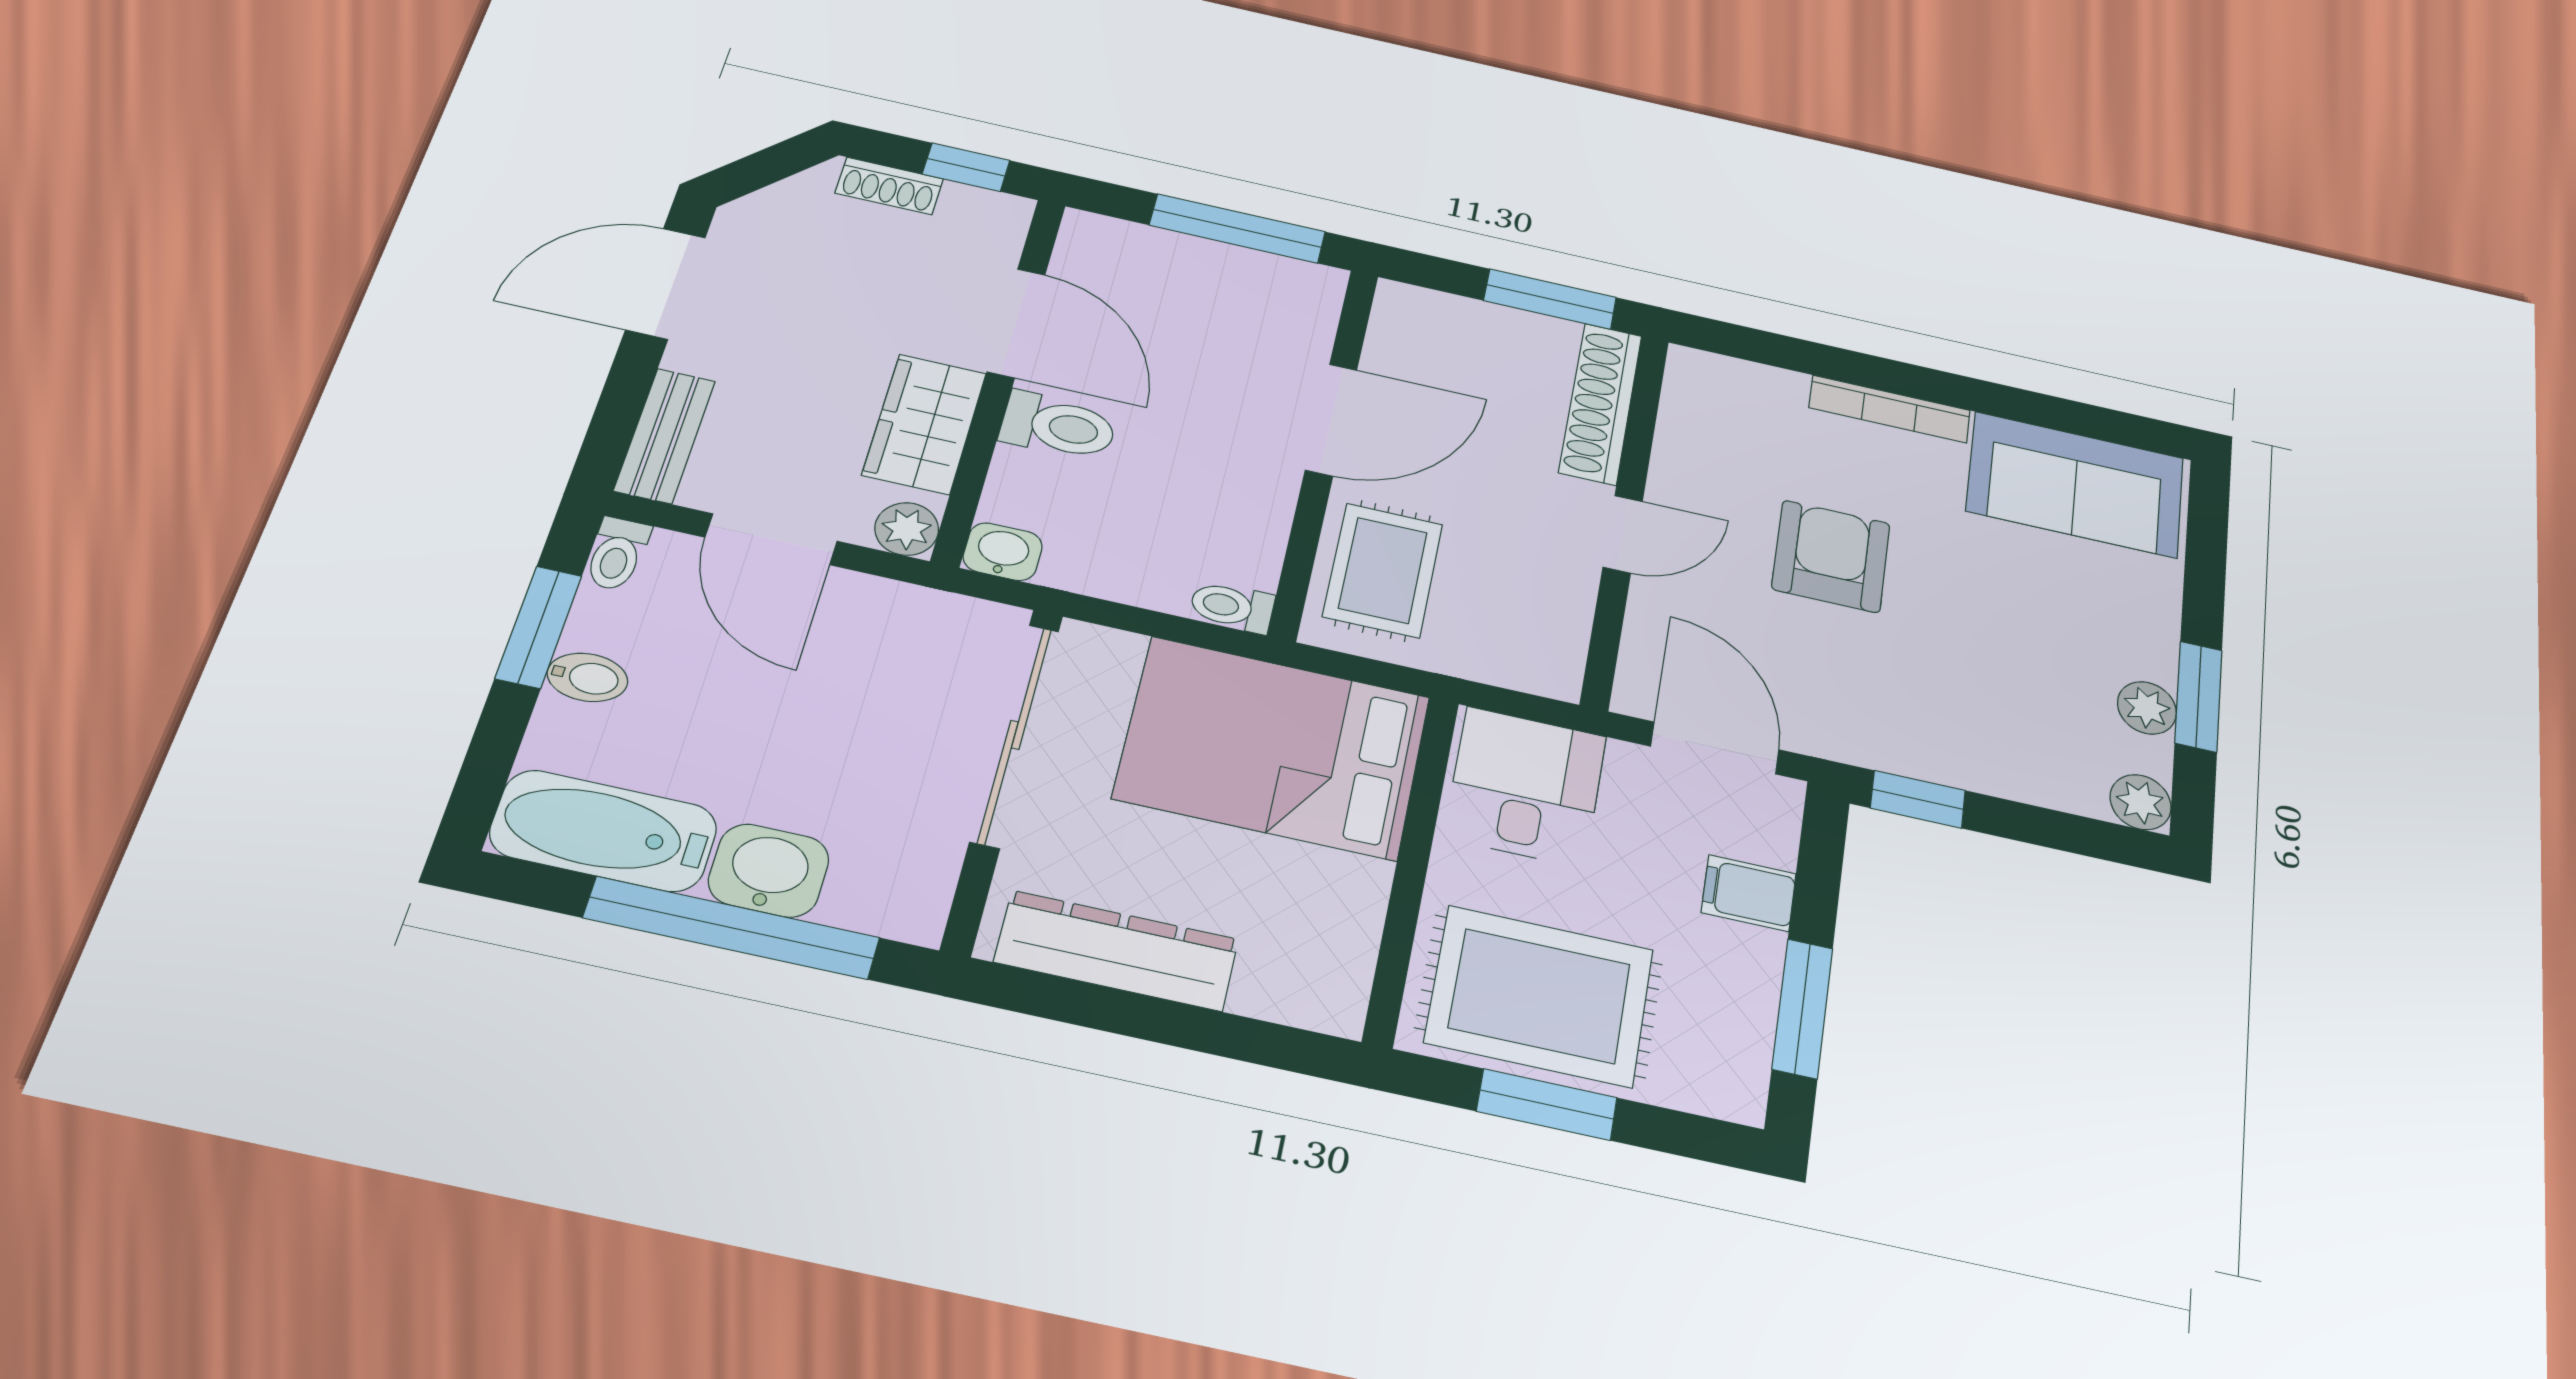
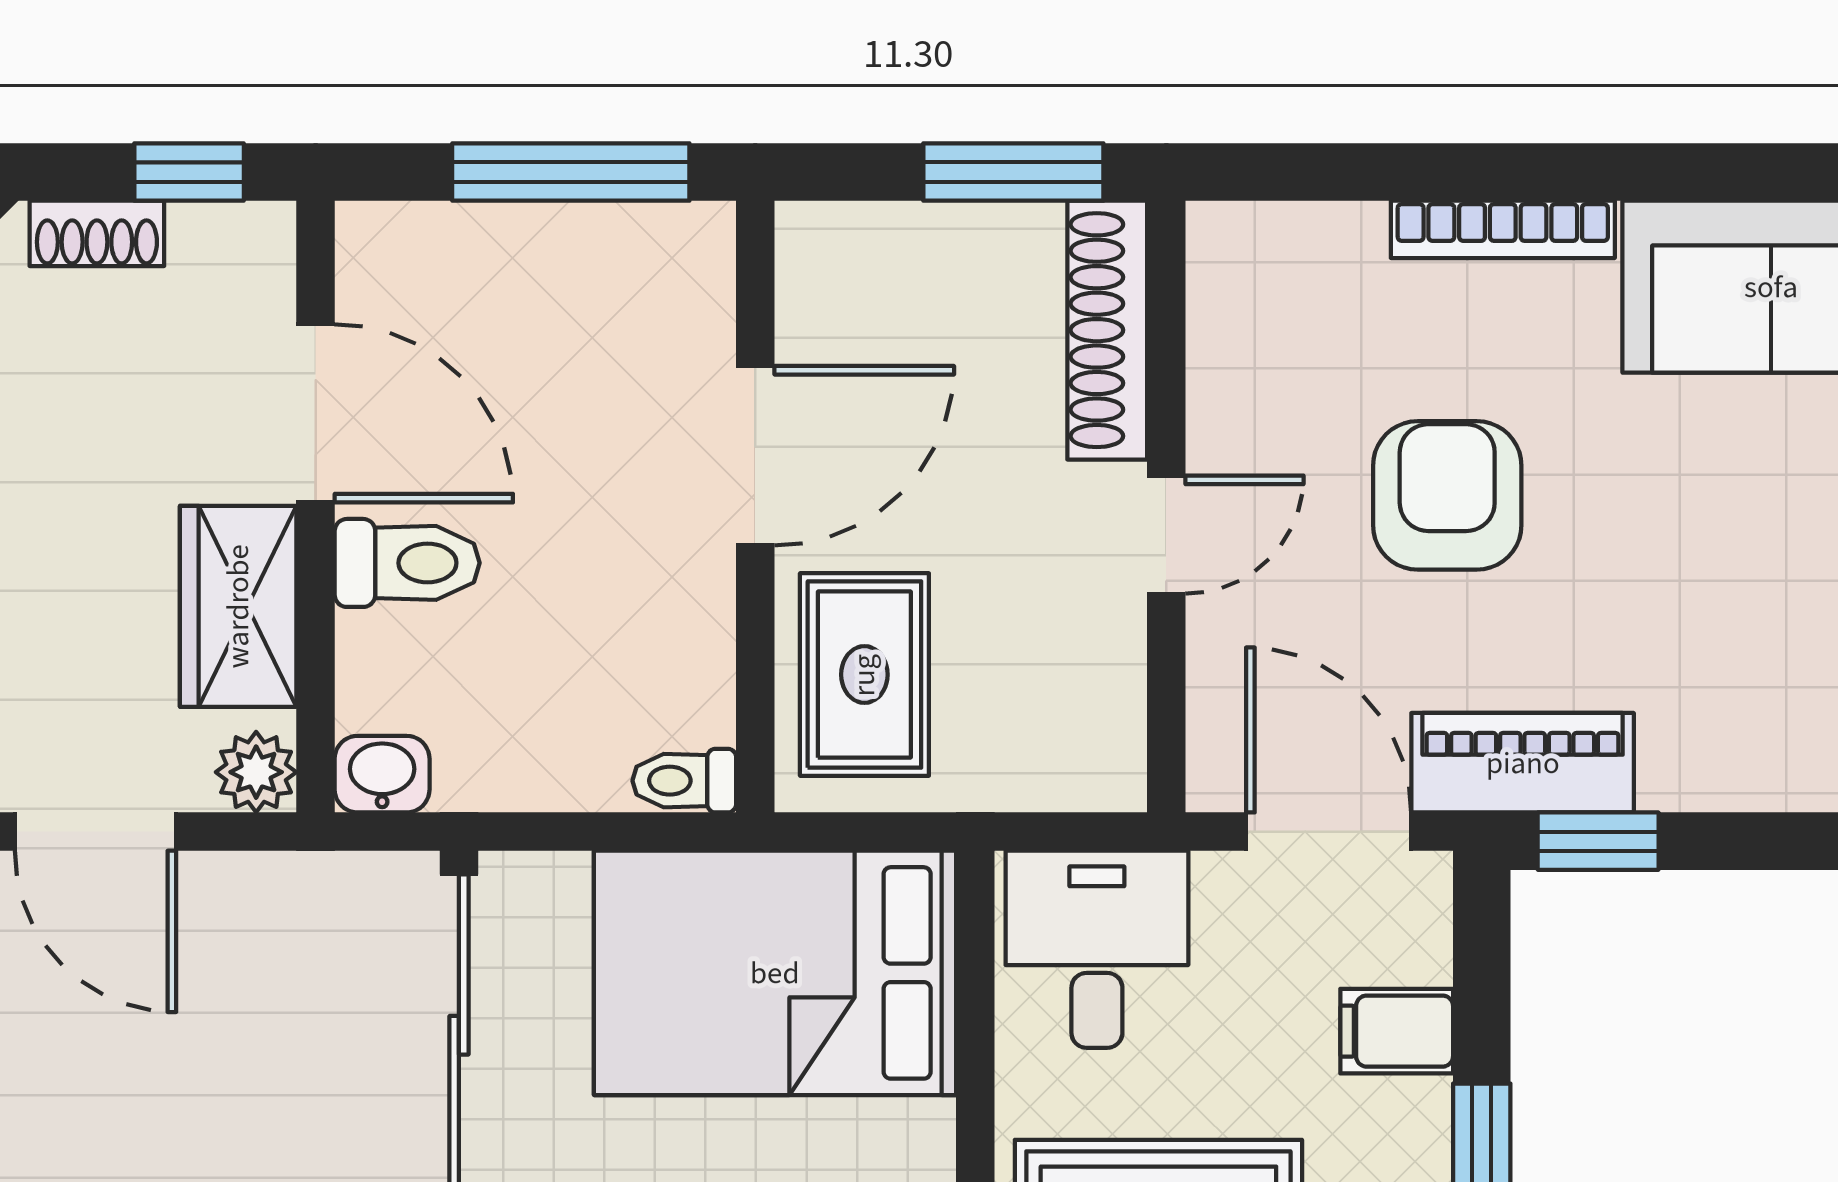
piano: (1867, 736) -> (1523, 763), added

